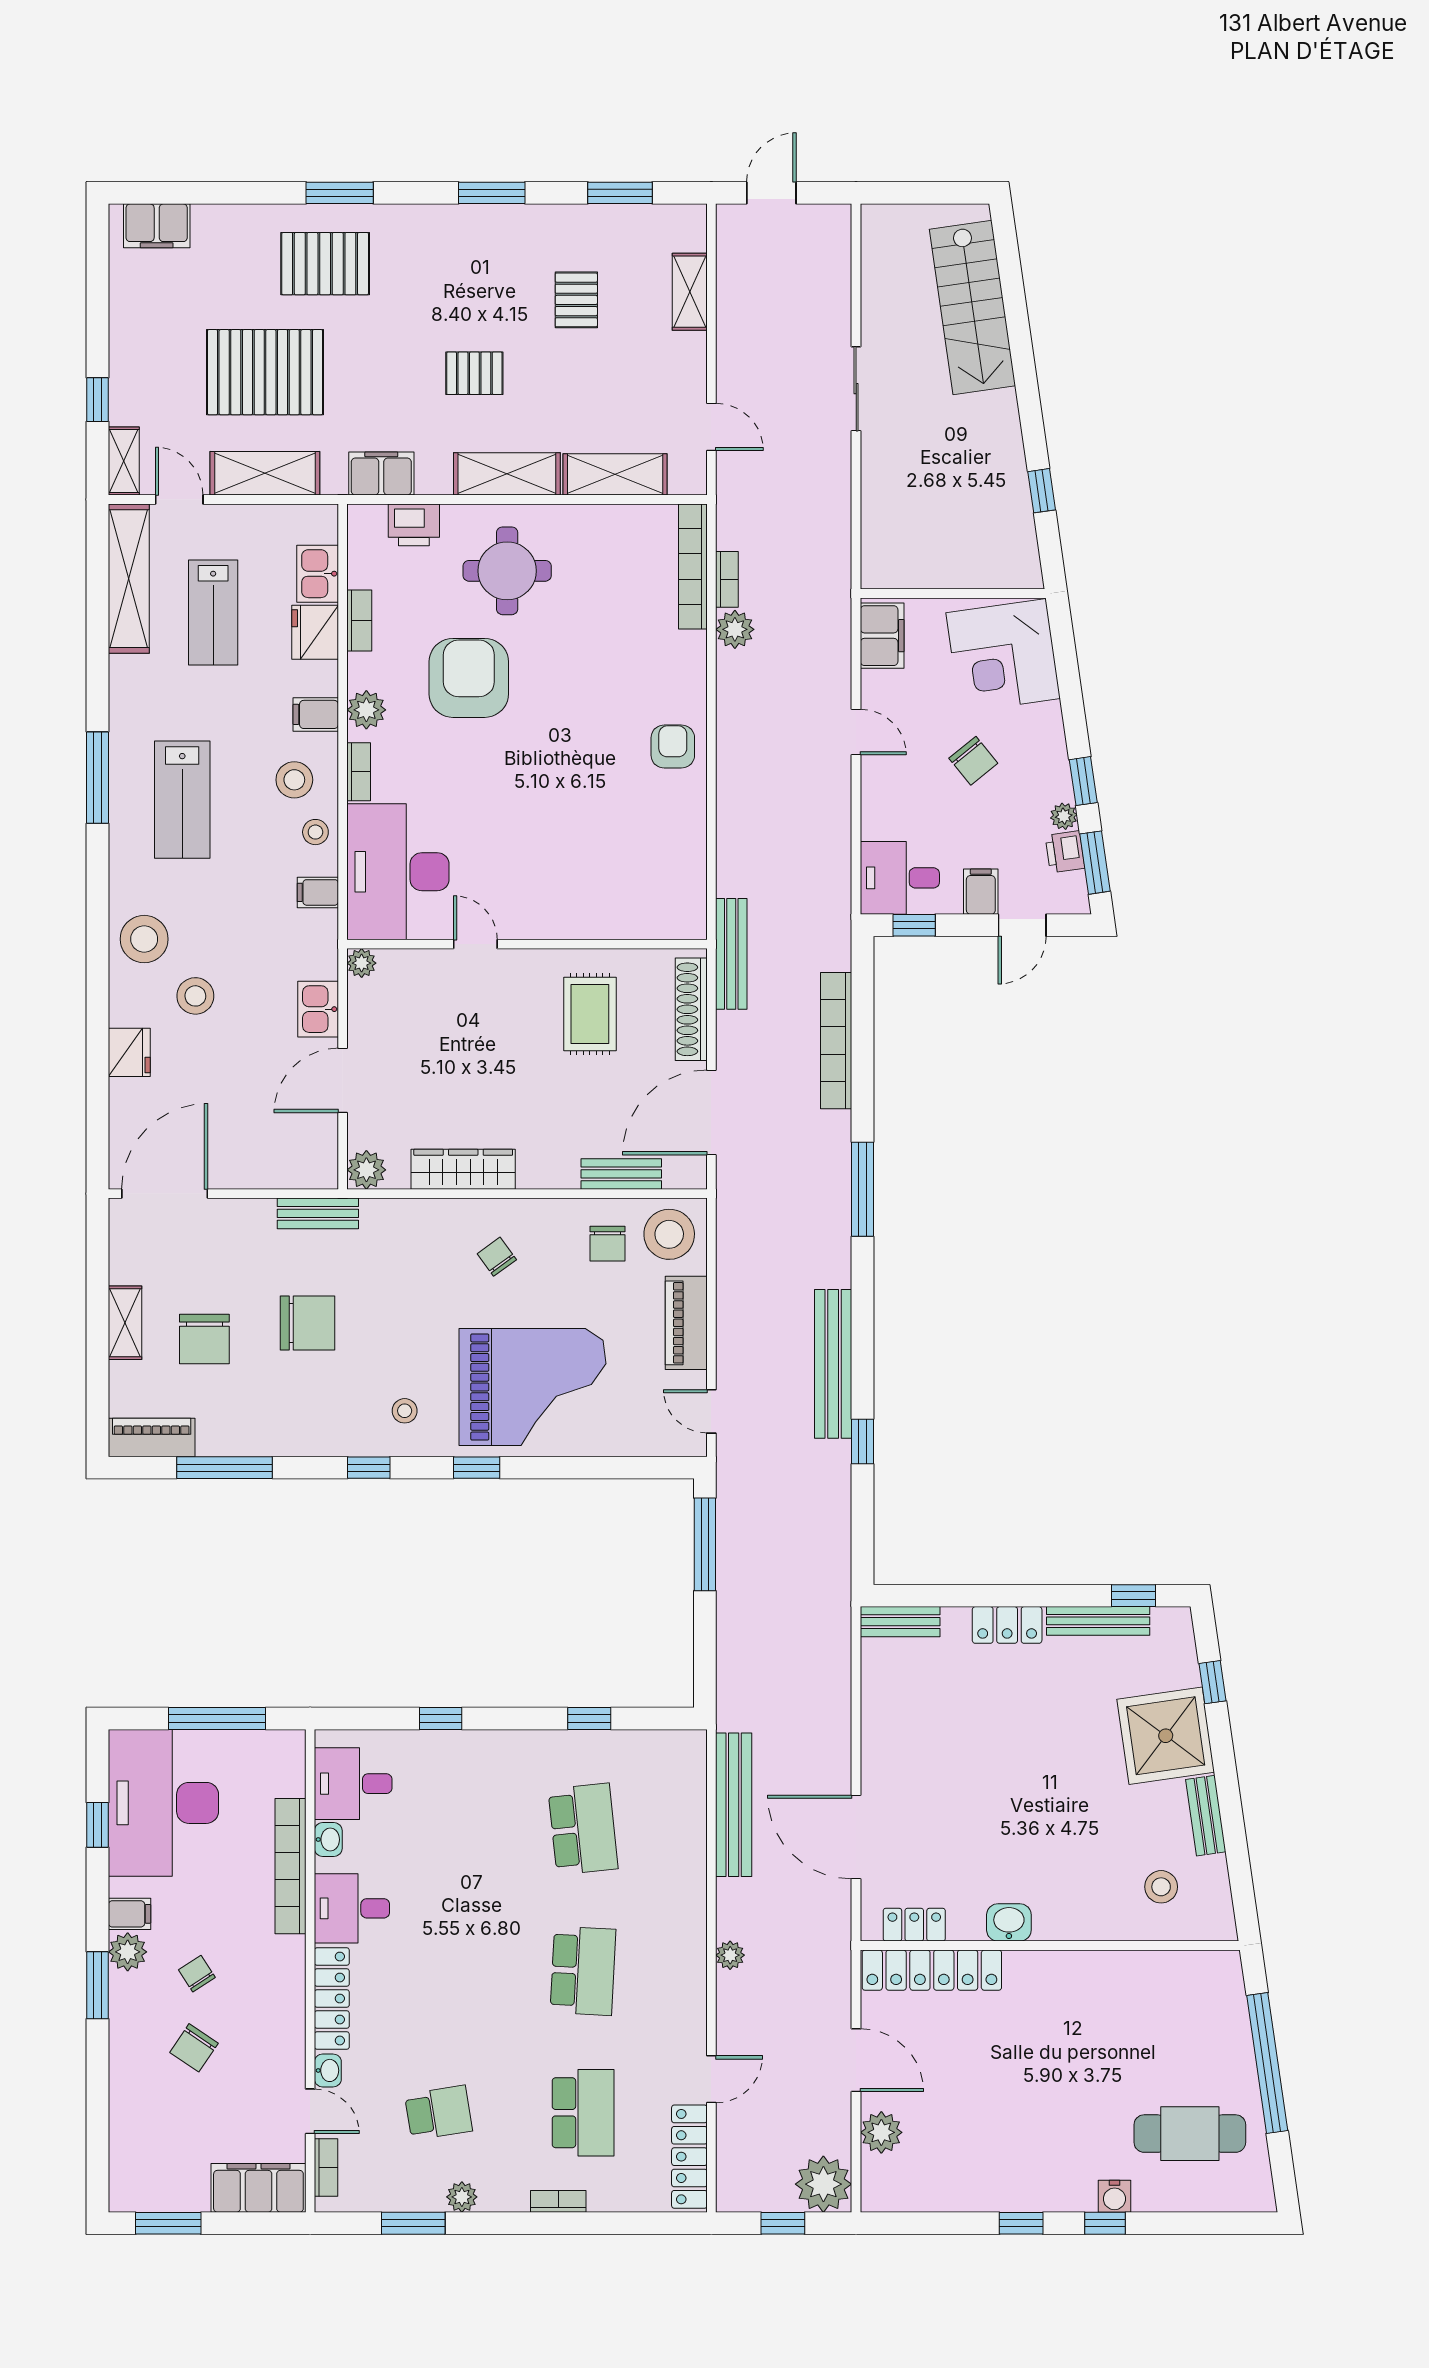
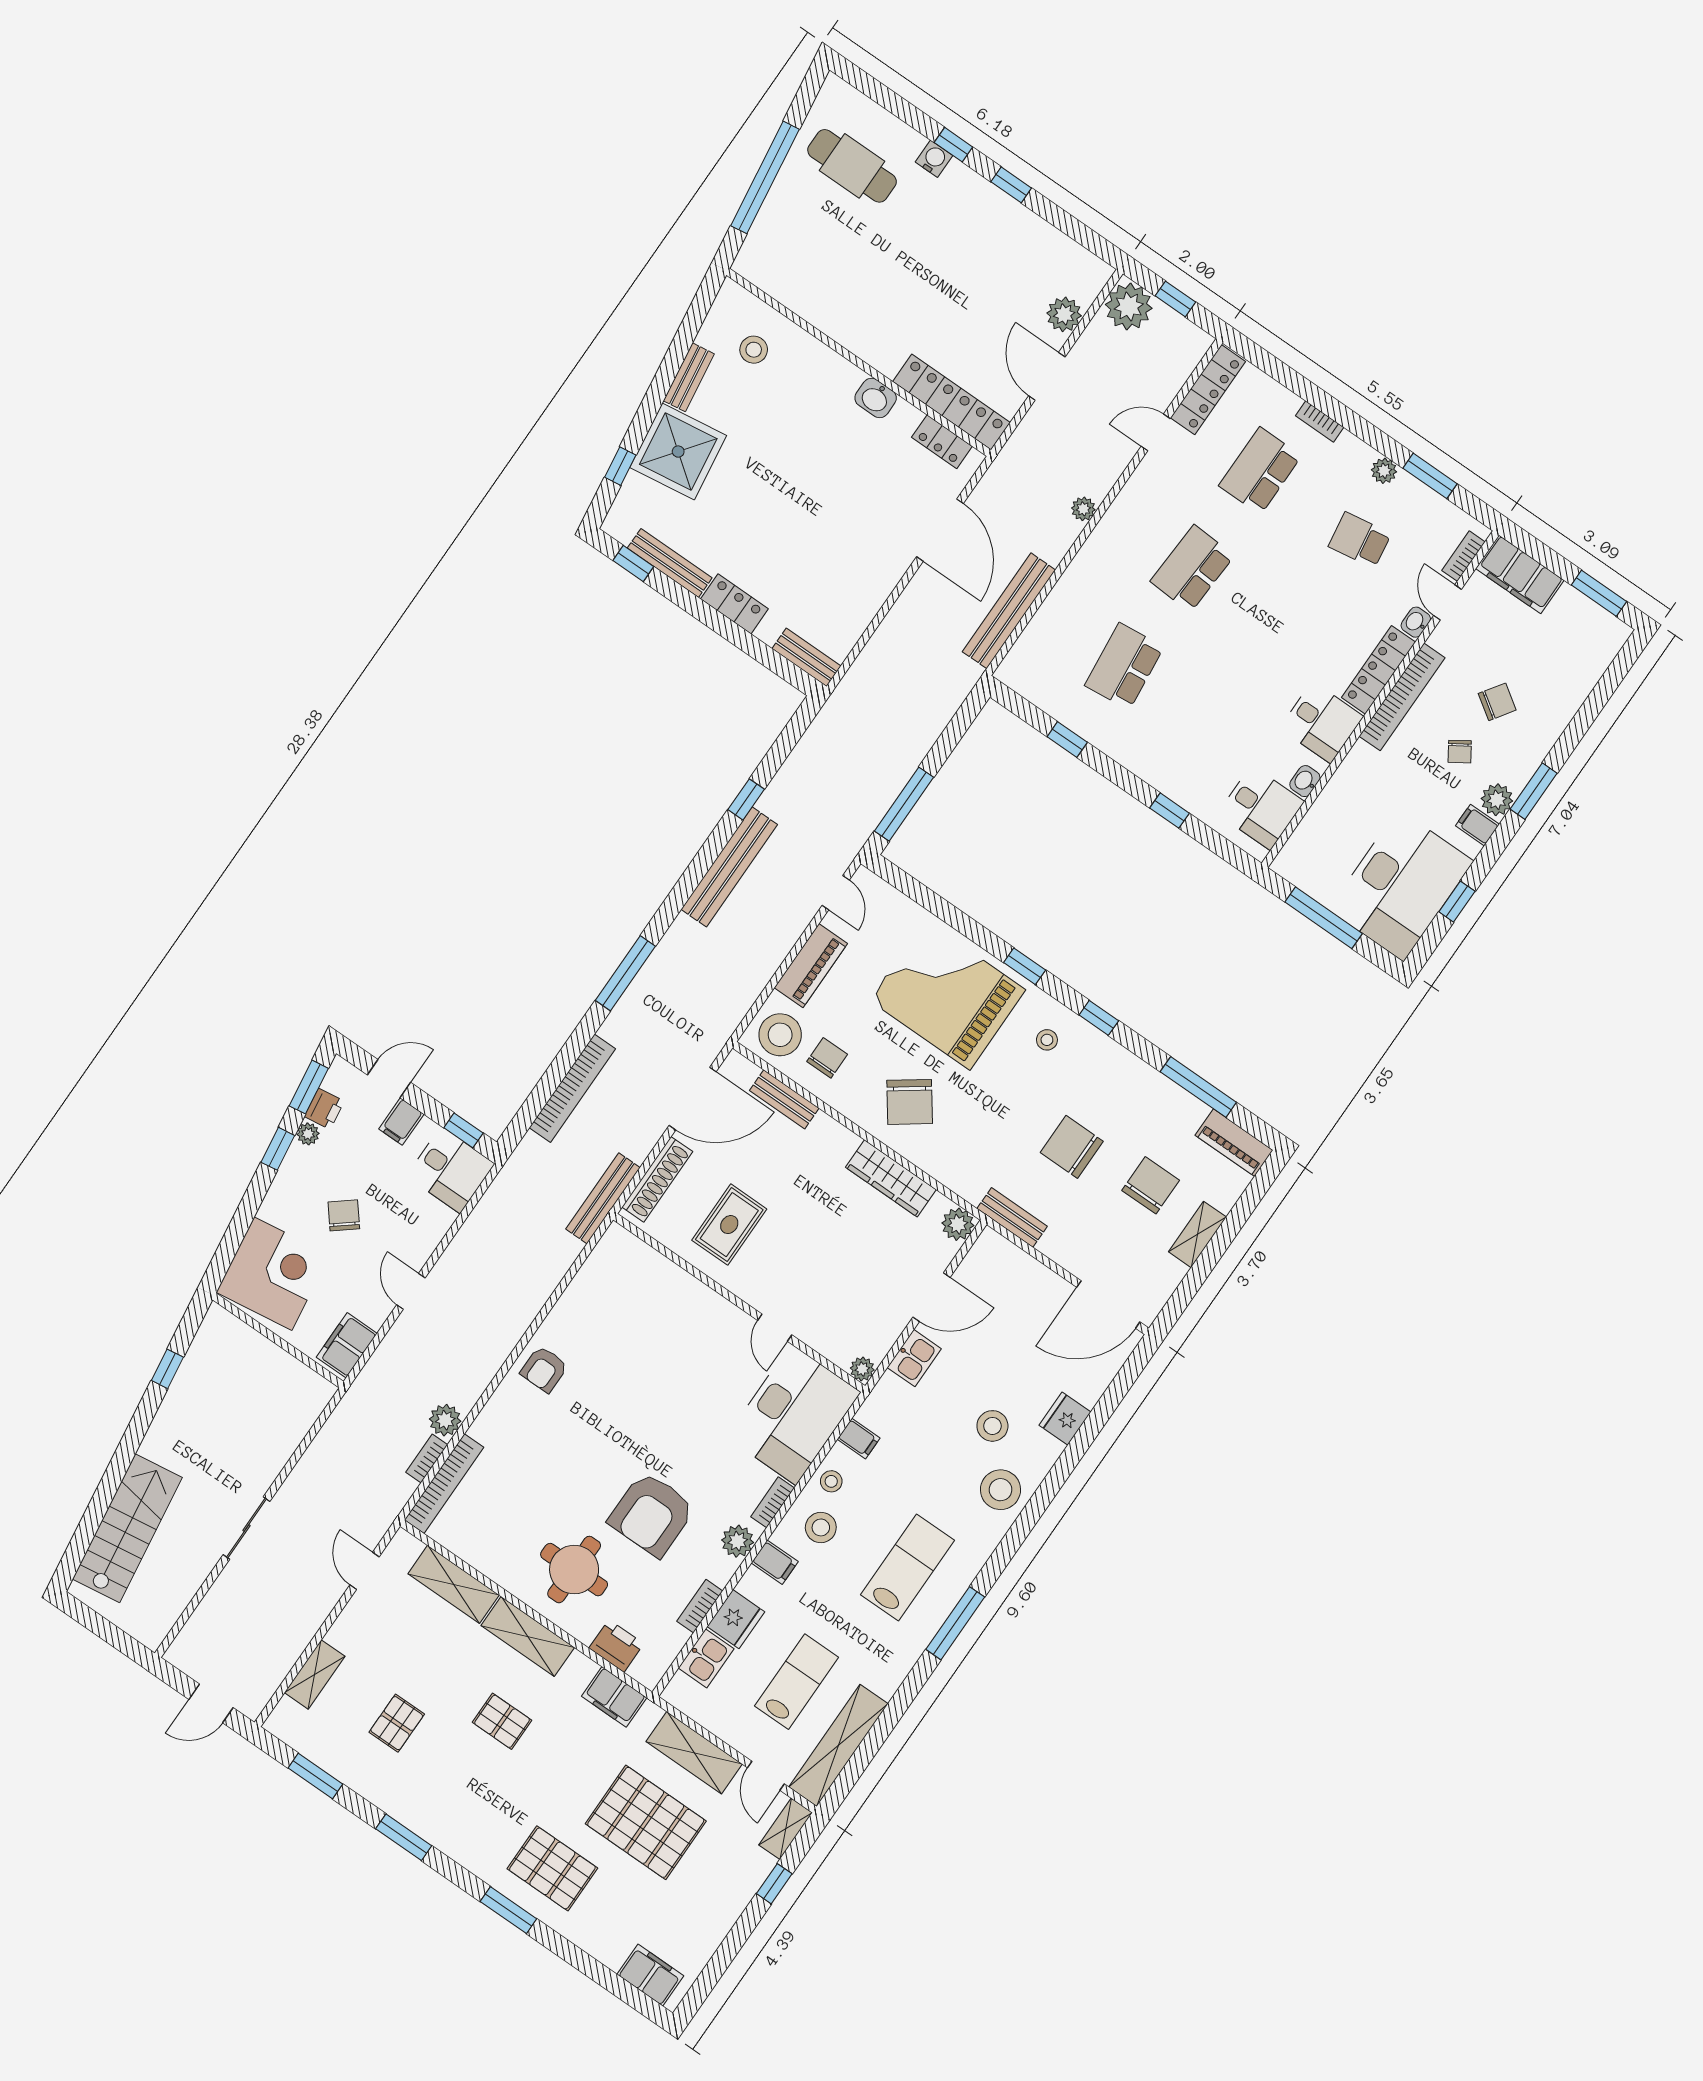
chair: (497, 1257) -> (910, 1102), width x1.87, depth x1.87
bookcase: (290, 1866) -> (1402, 697), moved

